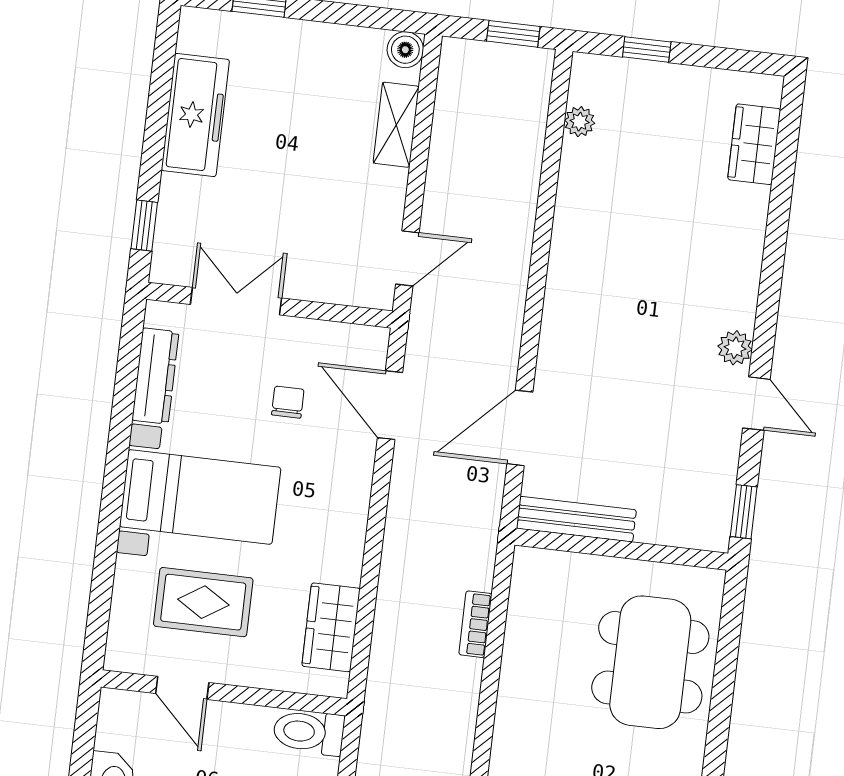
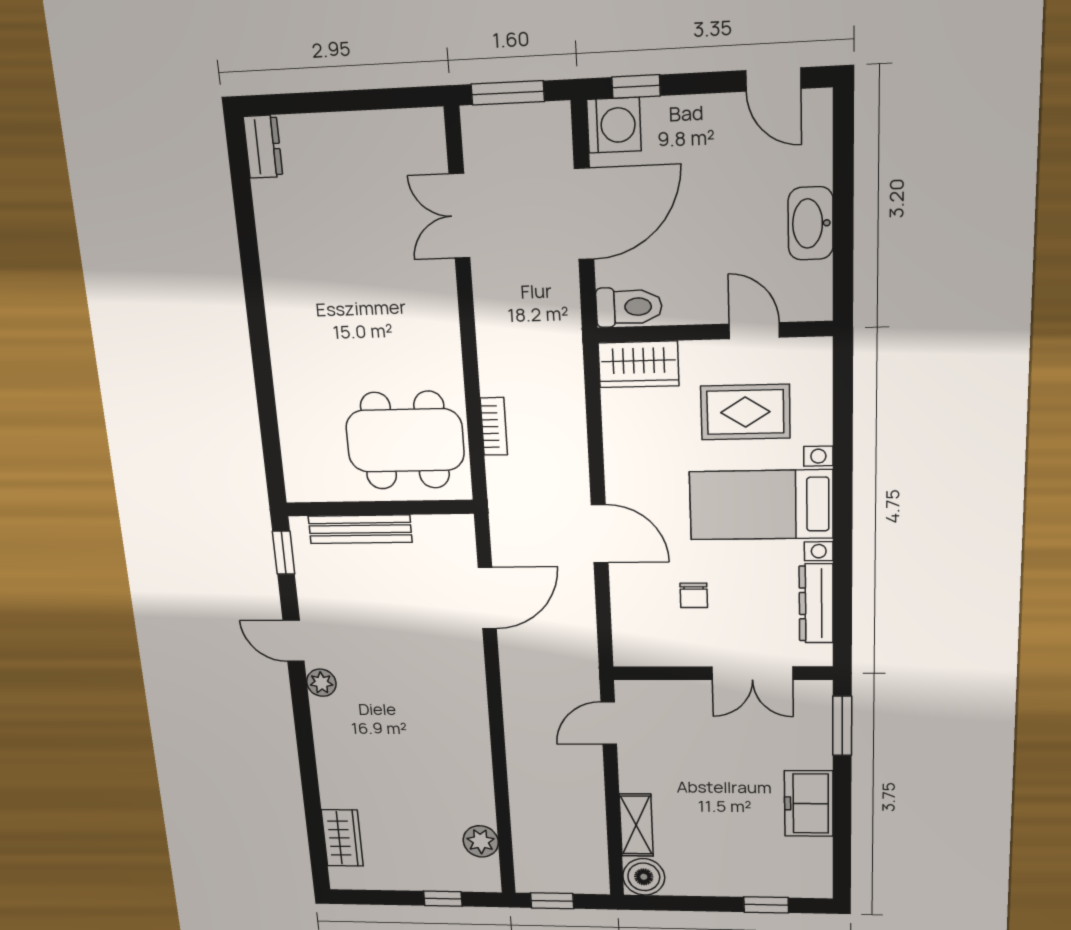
boiler: (405, 50) -> (644, 877), width x1.36, depth x1.36
freezer: (195, 115) -> (809, 804), width x0.71
plant: (580, 122) -> (481, 841), width x1.38, depth x1.38
window: (144, 225) -> (842, 726), width x1.50
door: (390, 405) -> (600, 534), moved
bench: (576, 519) -> (360, 529), moved
wardrobe: (331, 627) -> (638, 364), moved, turned 90
dining table: (650, 662) -> (405, 440), moved, turned 90

